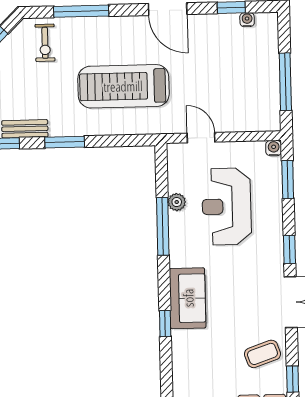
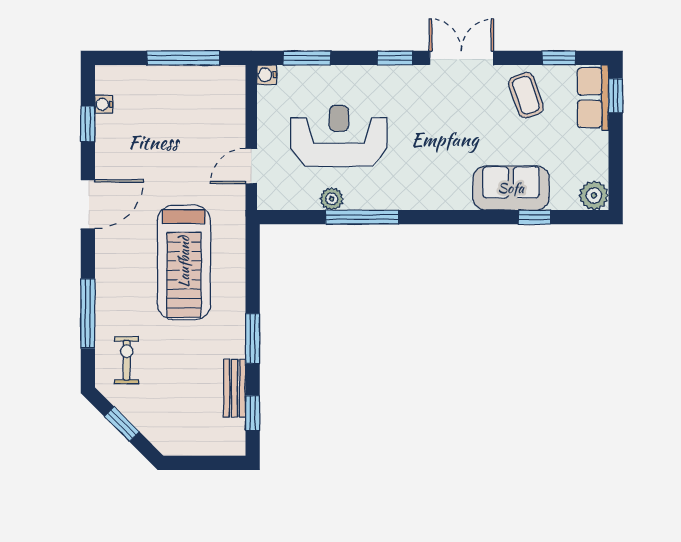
exercise bike: (45, 43) -> (127, 360), turned -90
reception desk: (227, 206) -> (339, 136), turned 180
sofa: (188, 298) -> (511, 188), moved
window: (165, 324) -> (535, 217), moved

